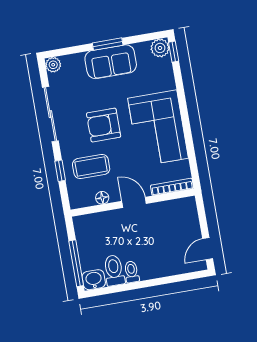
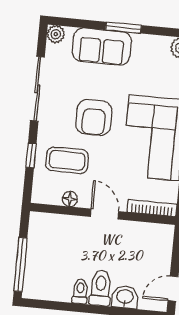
sofa: (111, 62) -> (102, 47), moved
armchair: (104, 125) -> (94, 117), turned -90
toilet: (114, 270) -> (101, 288), moved
washbasin: (94, 280) -> (125, 297), moved

